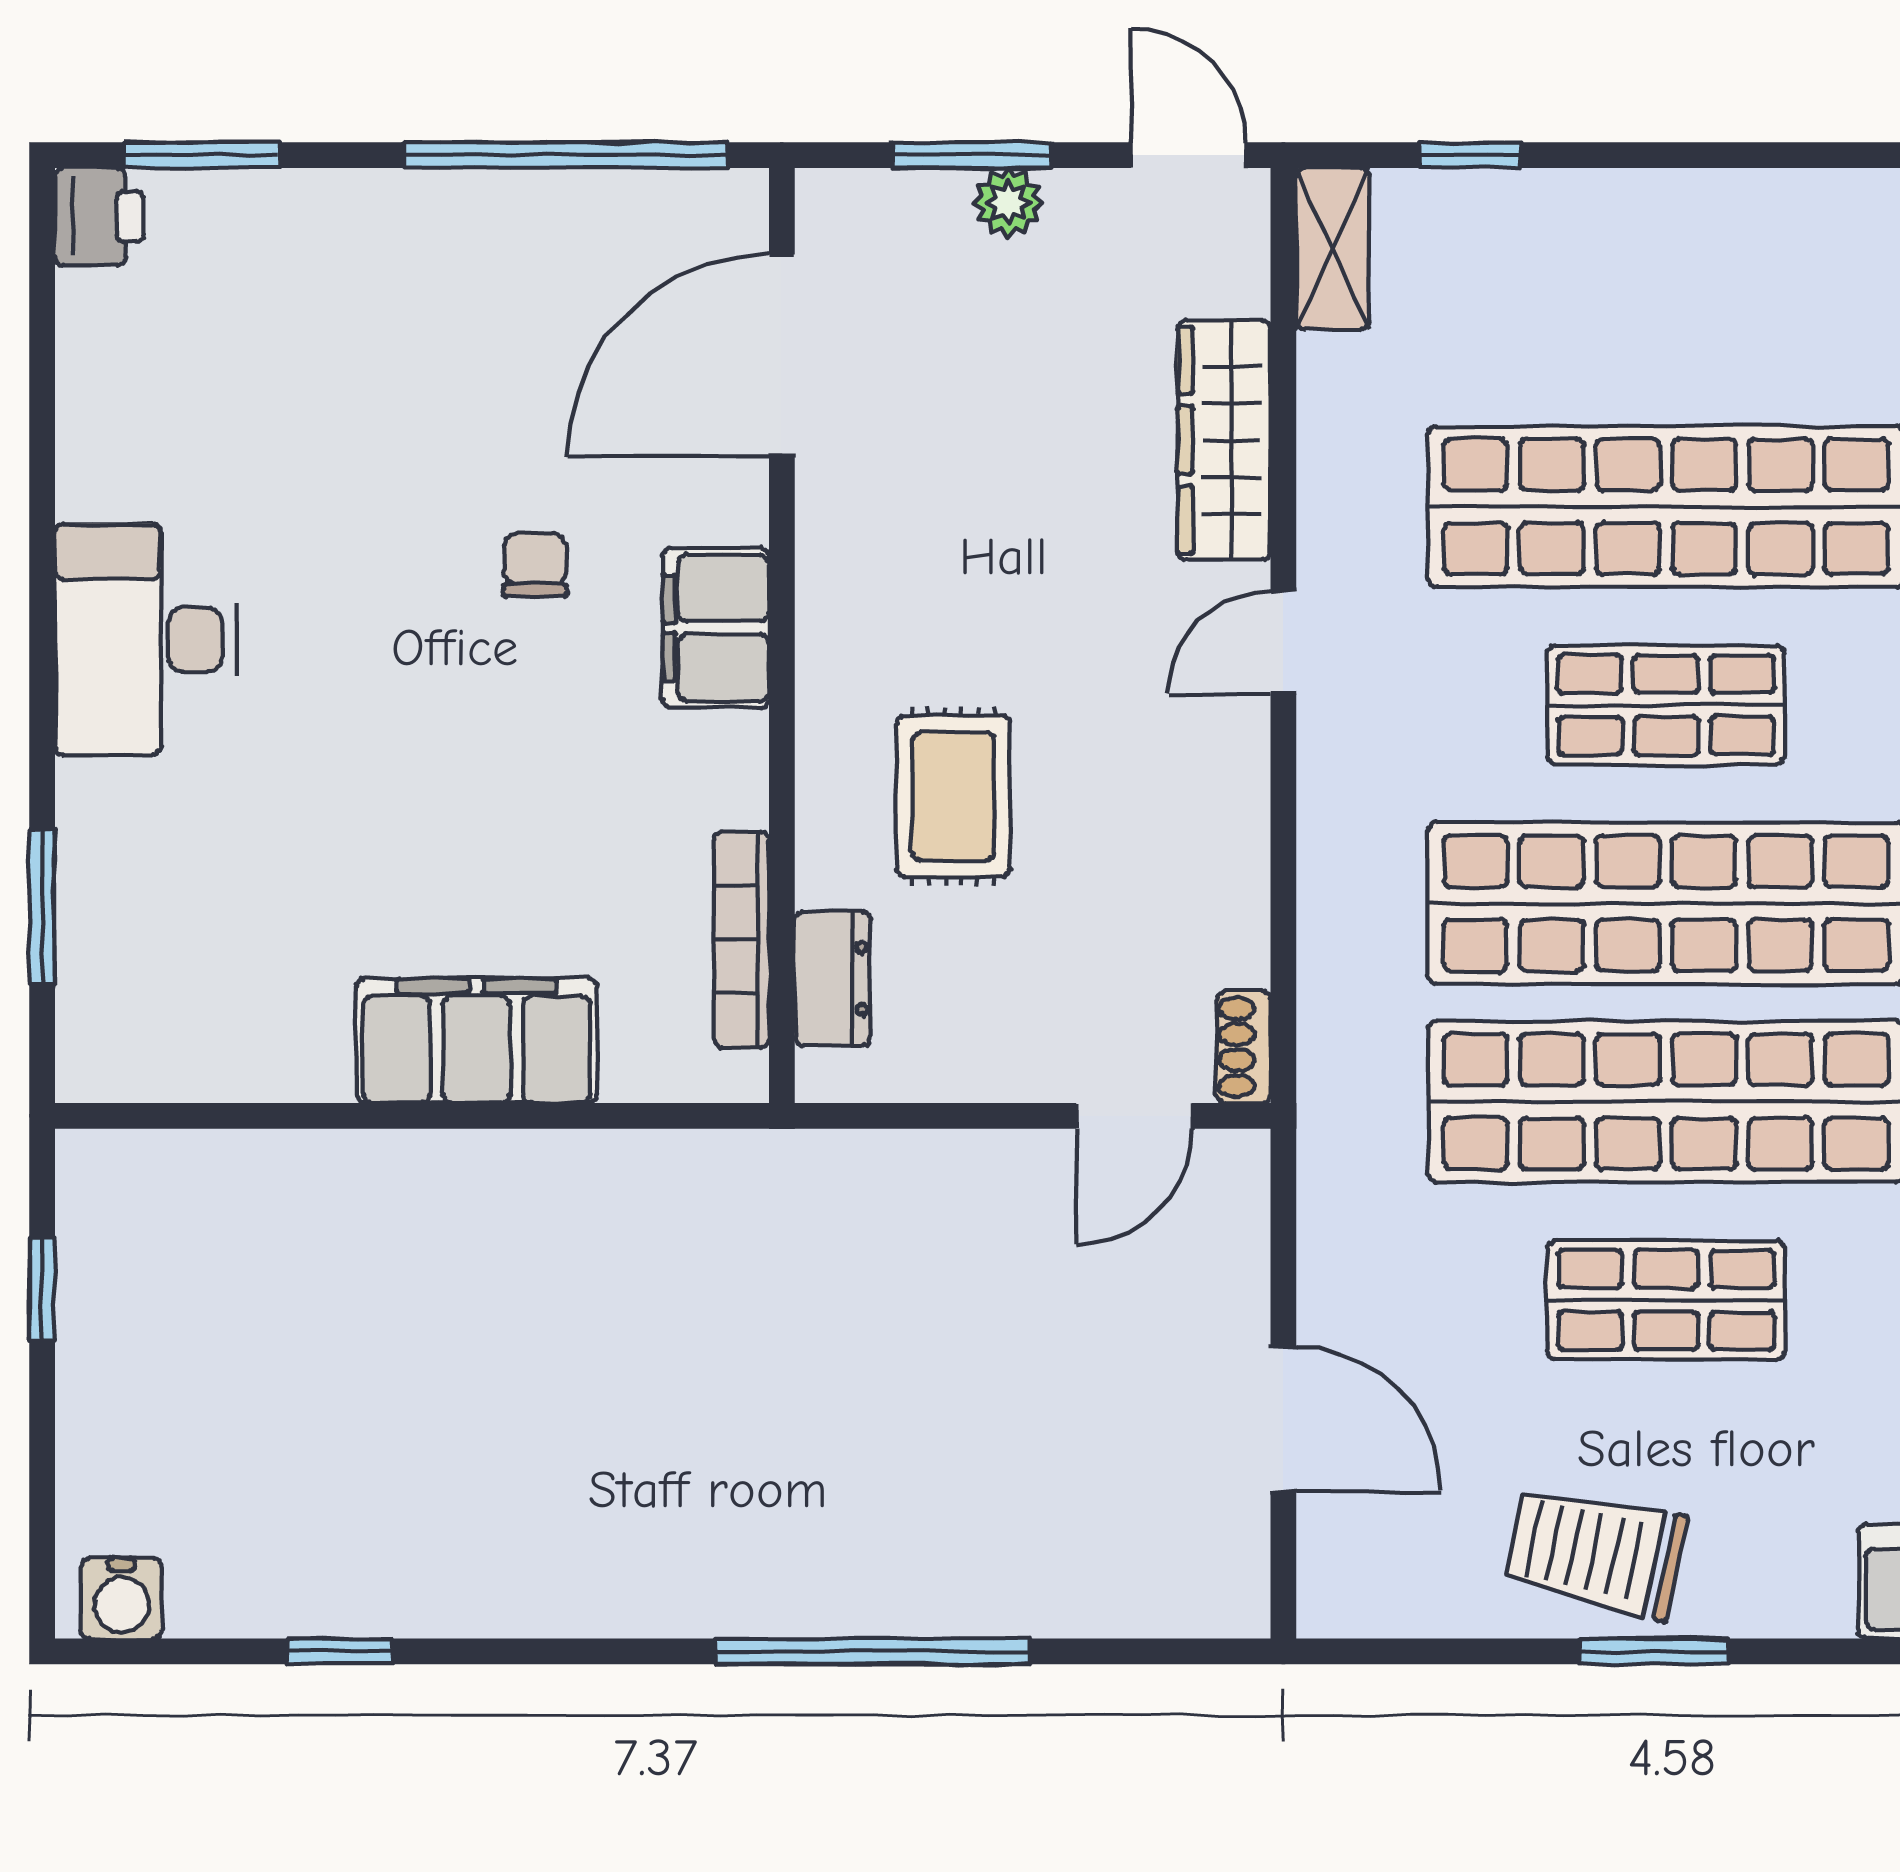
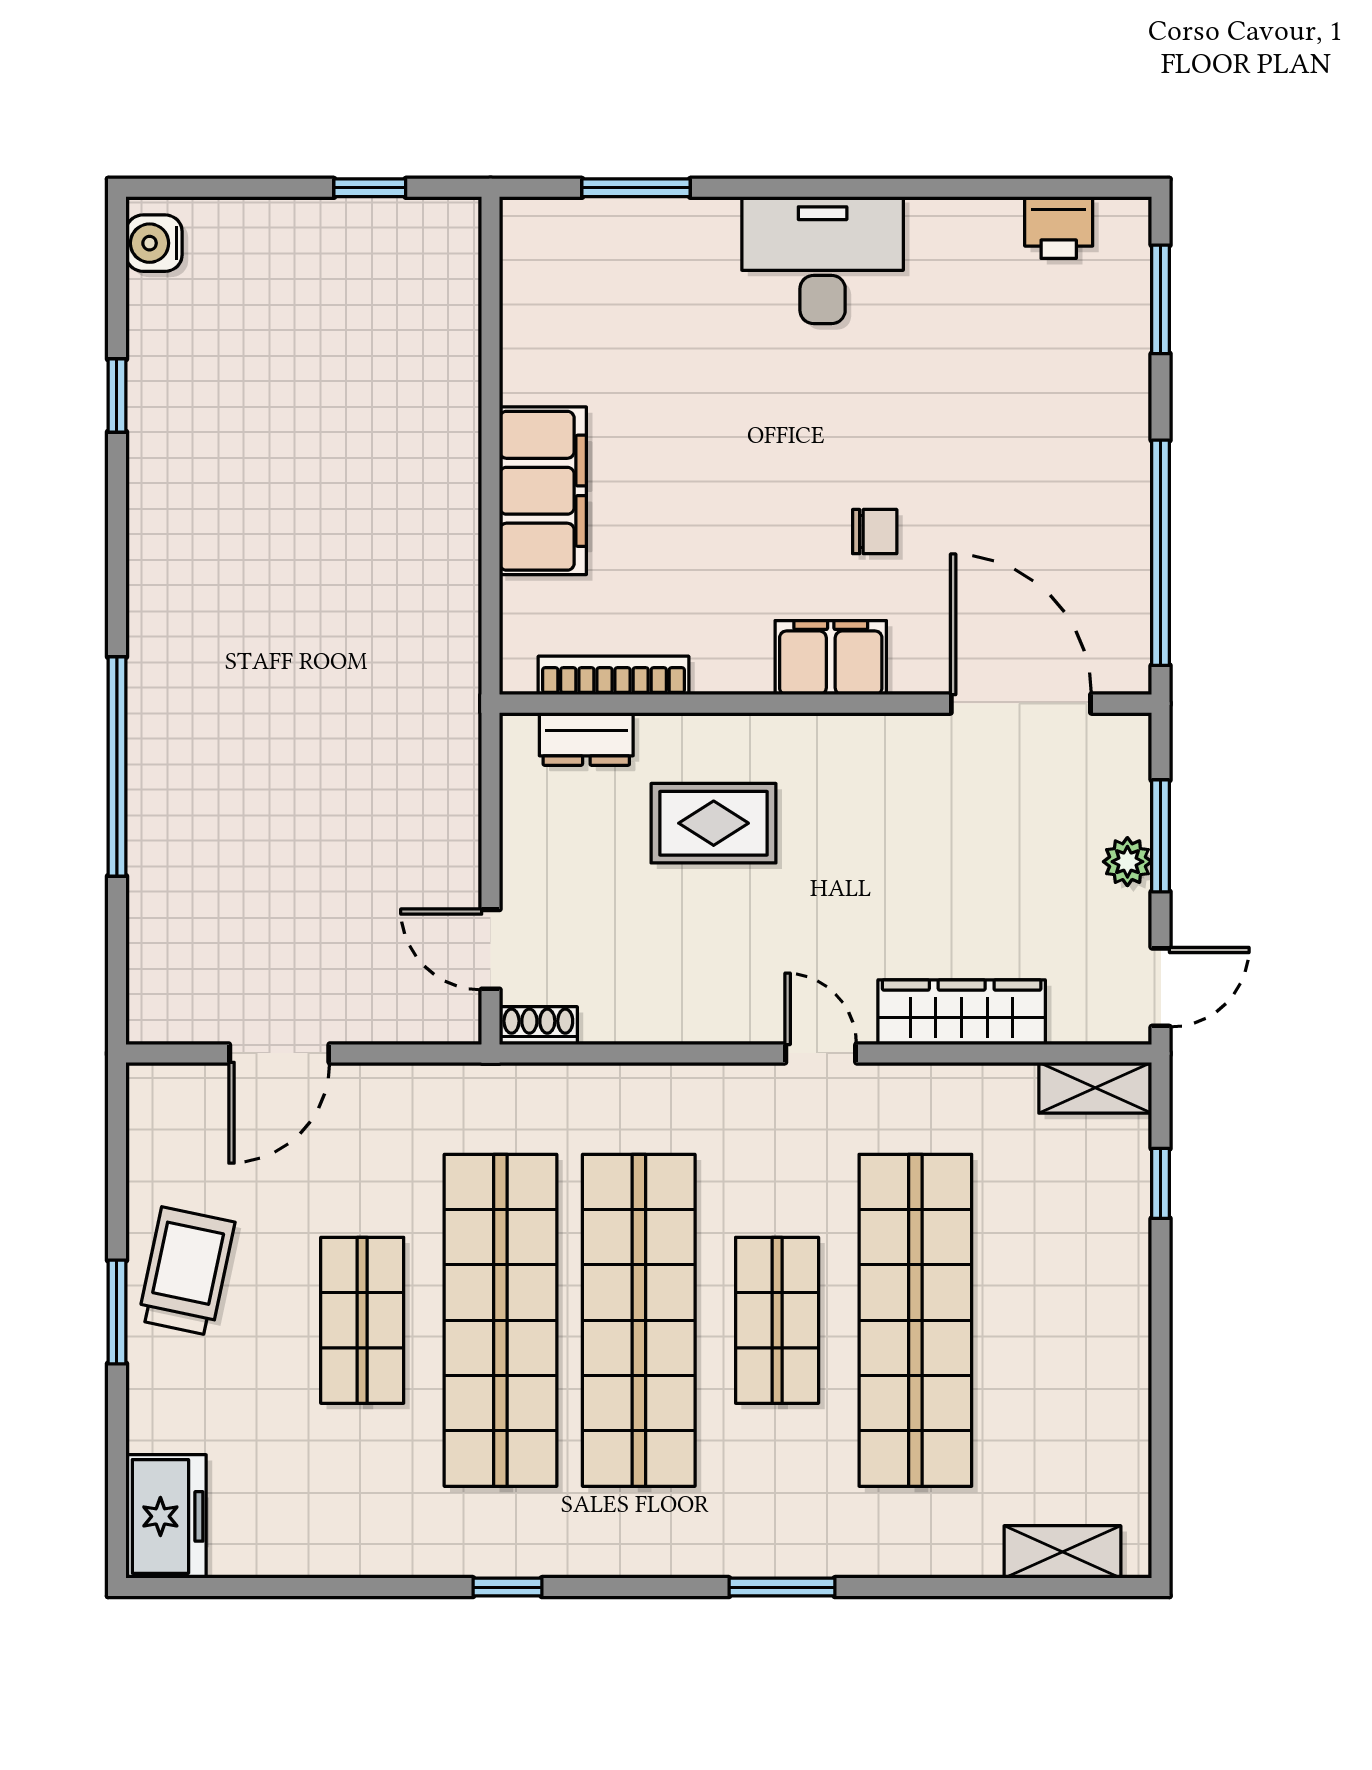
printer: (99, 217) -> (1059, 228), moved

